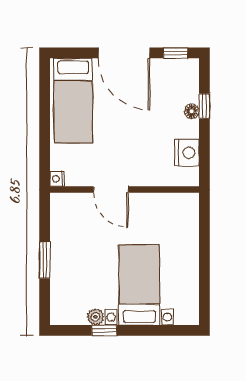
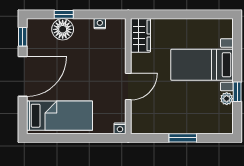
floor lamp: (192, 111) -> (63, 29), width x1.89, depth x1.89
nightstand: (187, 153) -> (100, 24), width x0.53, depth x0.56
wardrobe: (177, 205) -> (140, 35), added

